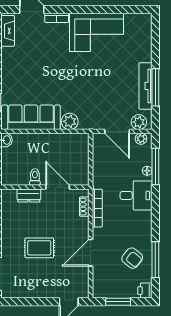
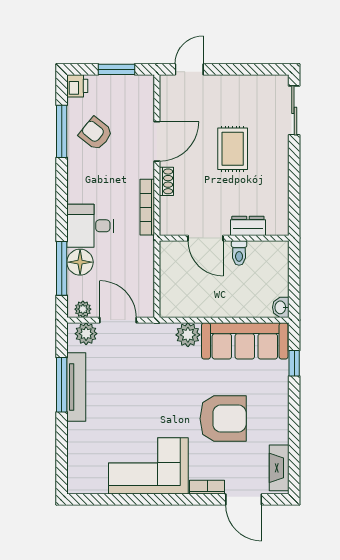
armchair: (46, 64) -> (223, 419), added
floor lamp: (147, 171) -> (80, 262), width x1.89, depth x1.89
shoe rack: (84, 207) -> (166, 181), moved
rug: (39, 248) -> (233, 149), turned 90

